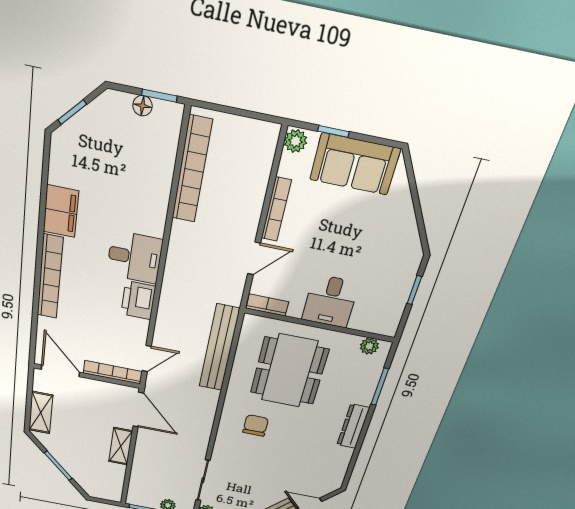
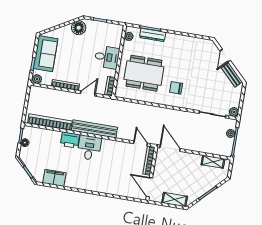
filing cabinet: (61, 211) -> (54, 178), moved
floor lamp: (405, 244) -> (79, 28), added
door: (254, 259) -> (88, 93), hinge flipped
bookcase: (50, 277) -> (100, 188), removed
printer: (138, 300) -> (70, 140), moved
bench: (219, 348) -> (94, 129), moved
door: (61, 371) -> (149, 187), hinge flipped
door: (138, 410) -> (170, 148), hinge flipped
dresser: (353, 426) -> (153, 35), moved
shelving: (121, 446) -> (213, 162), moved

